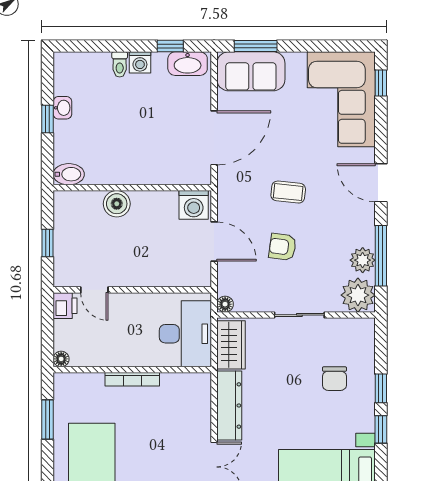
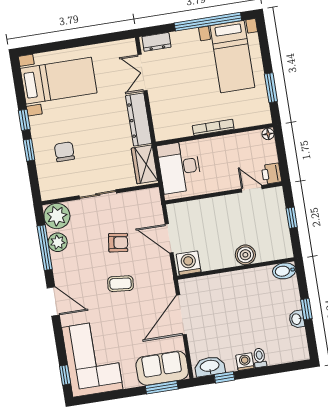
floor lamp: (225, 304) -> (154, 194), removed

